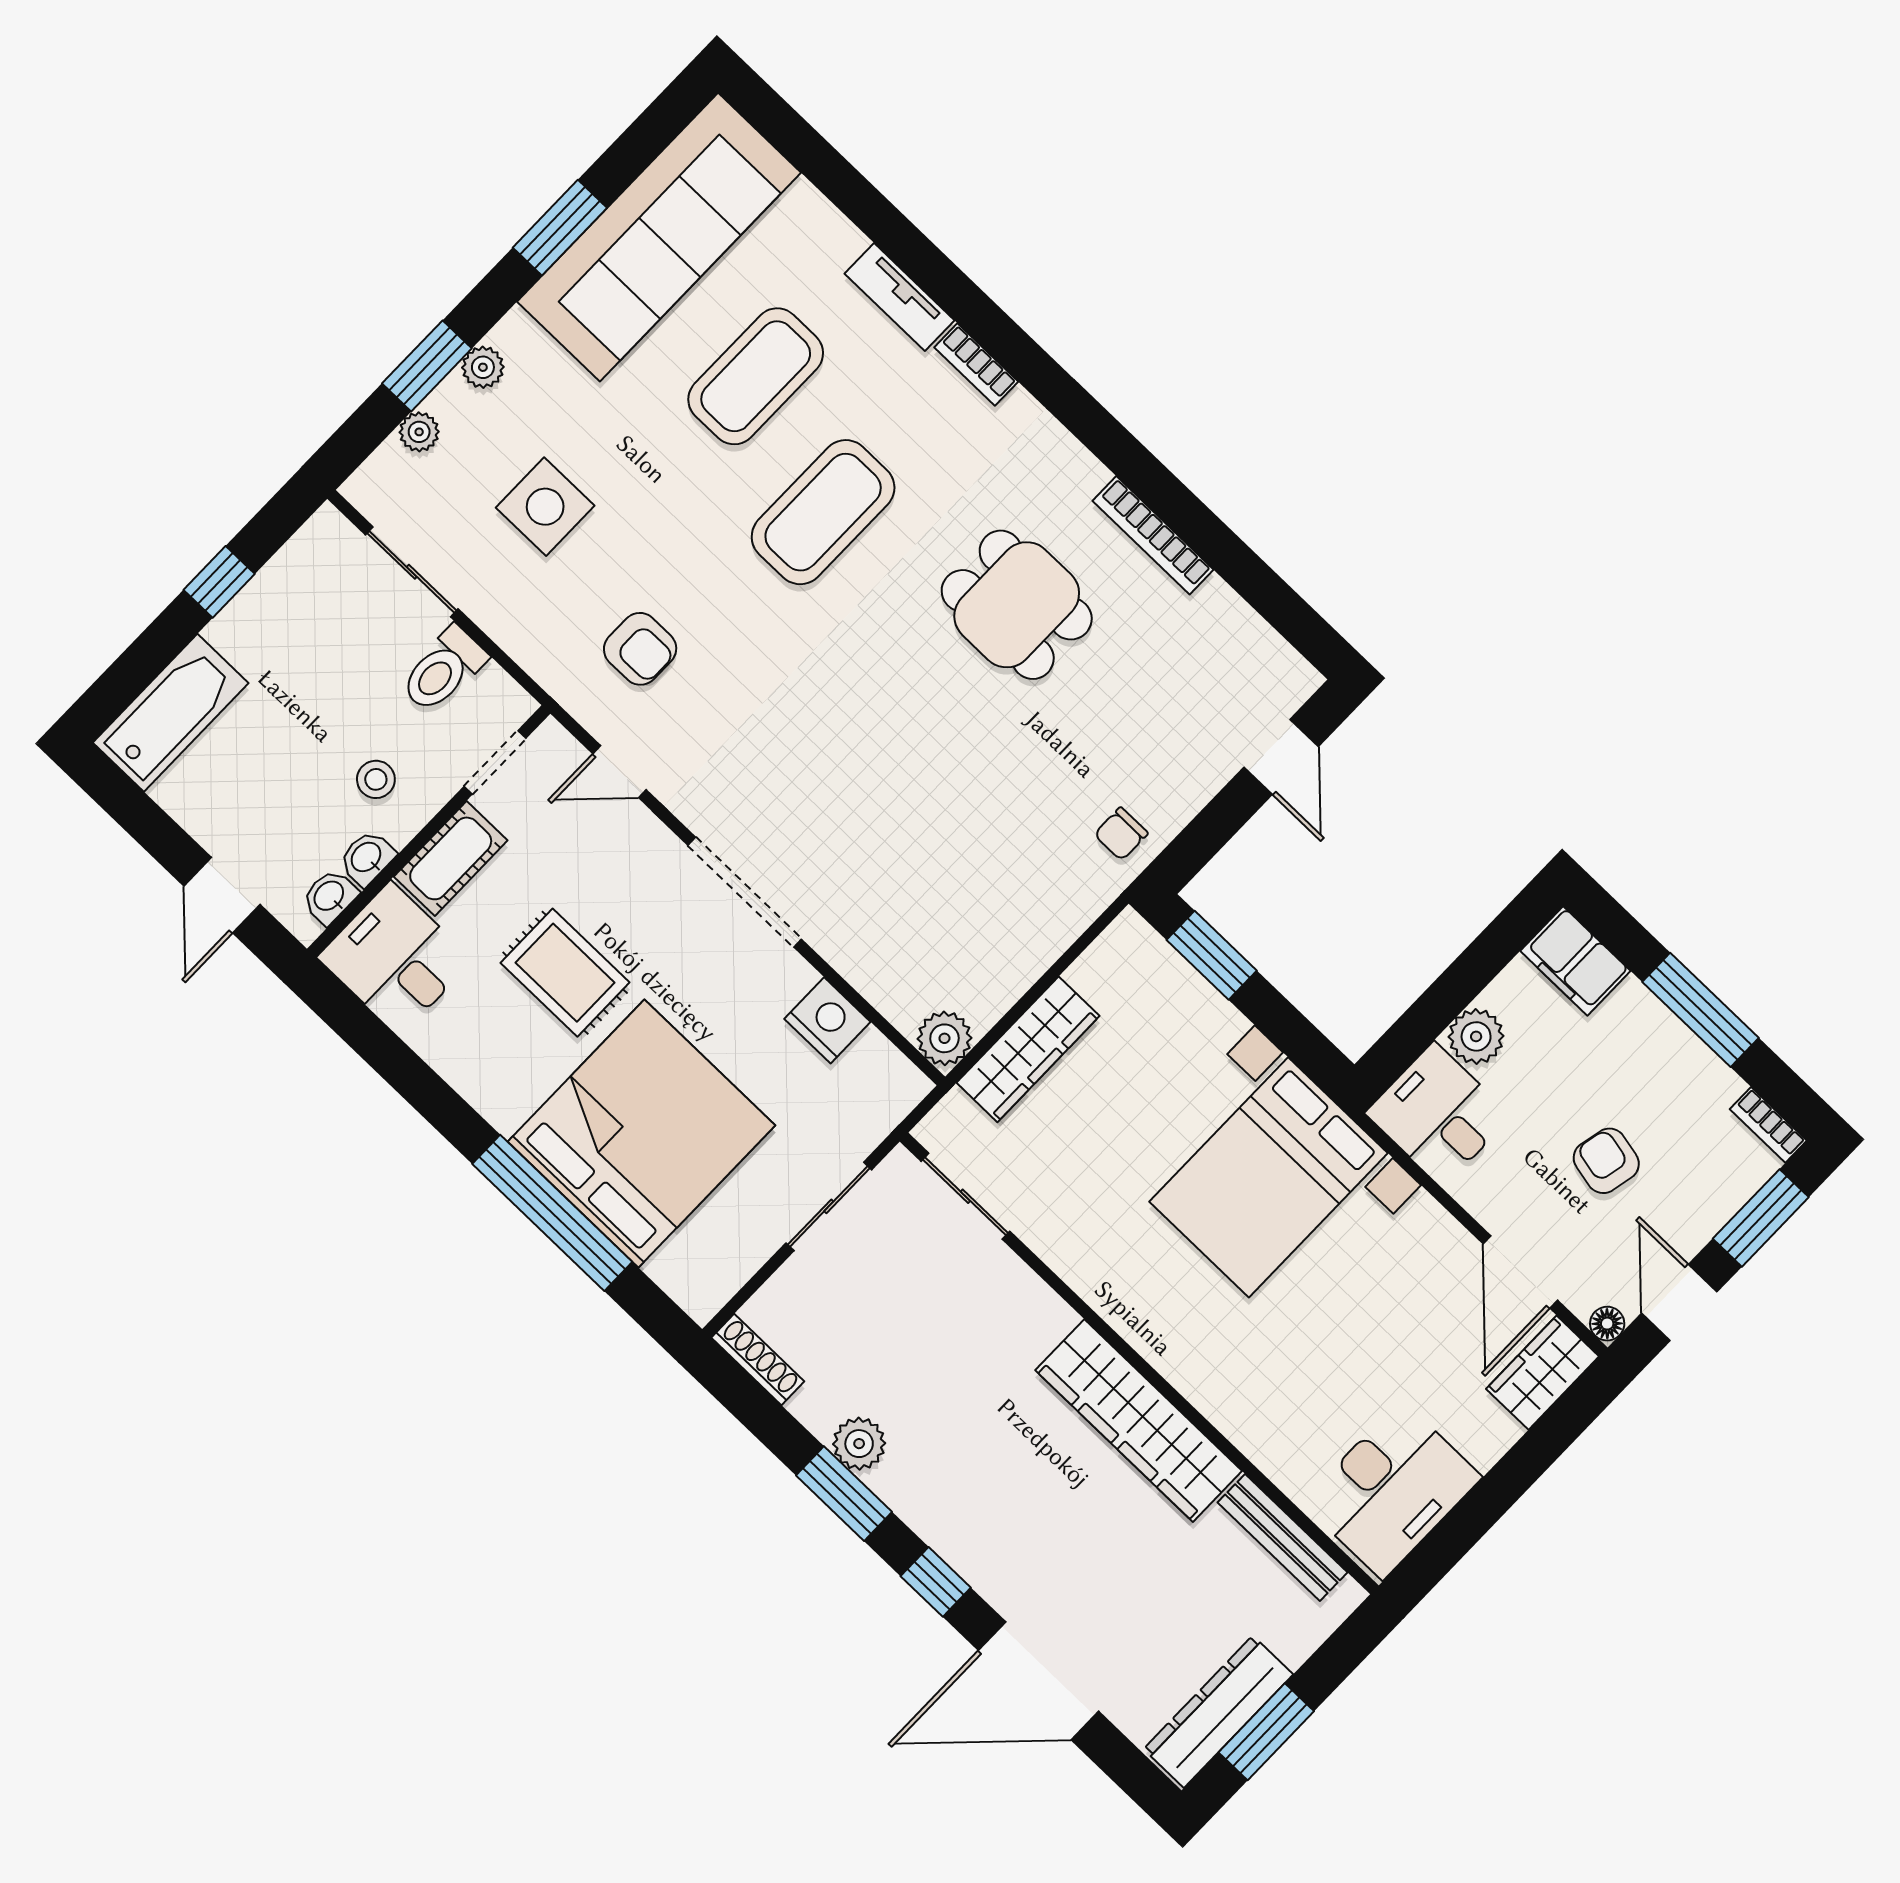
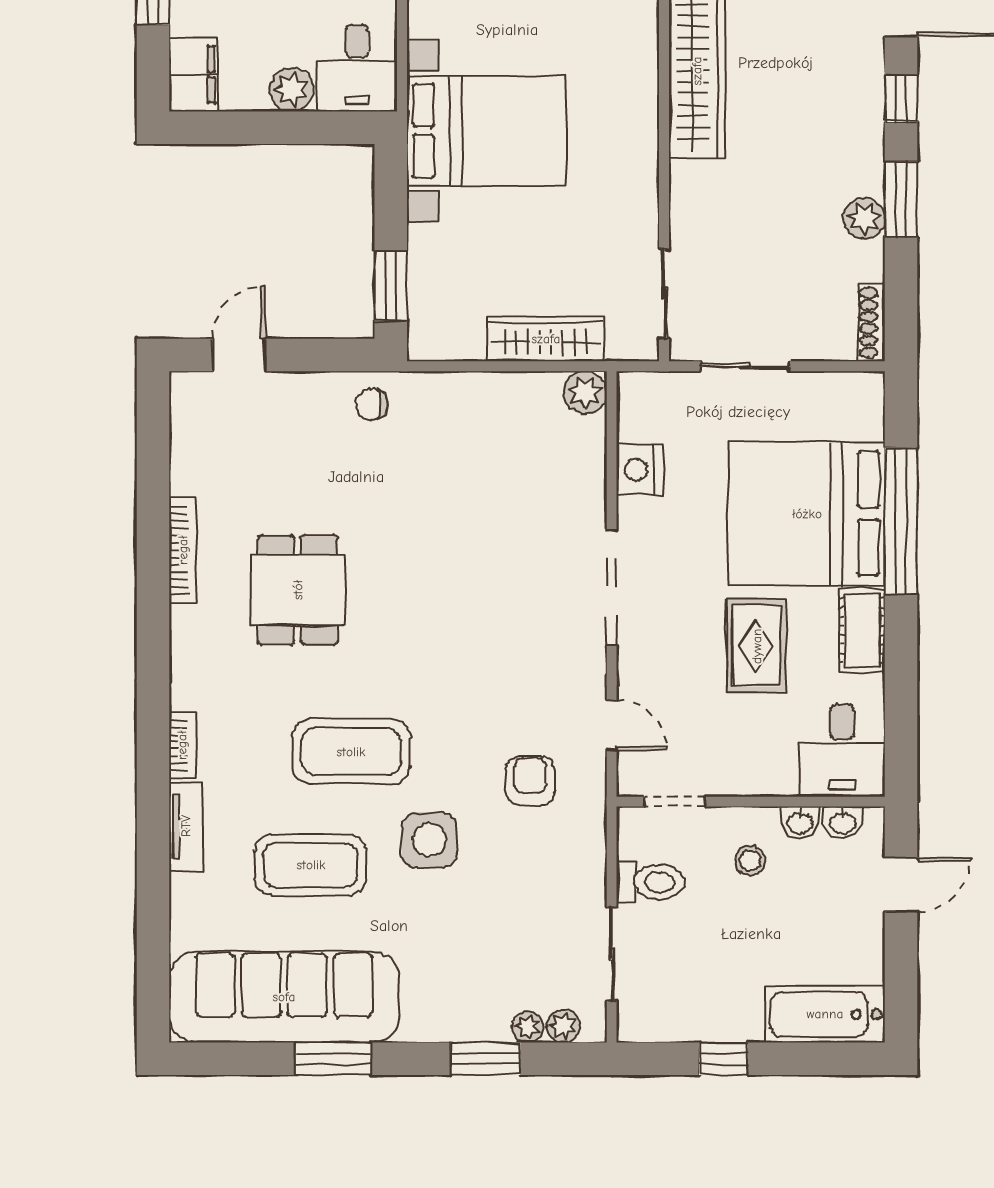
plant: (483, 367) -> (563, 1026), moved
side table: (545, 507) -> (429, 840), moved
chair: (1121, 834) -> (371, 404), turned 180
cot: (451, 858) -> (862, 631), moved, turned 90

